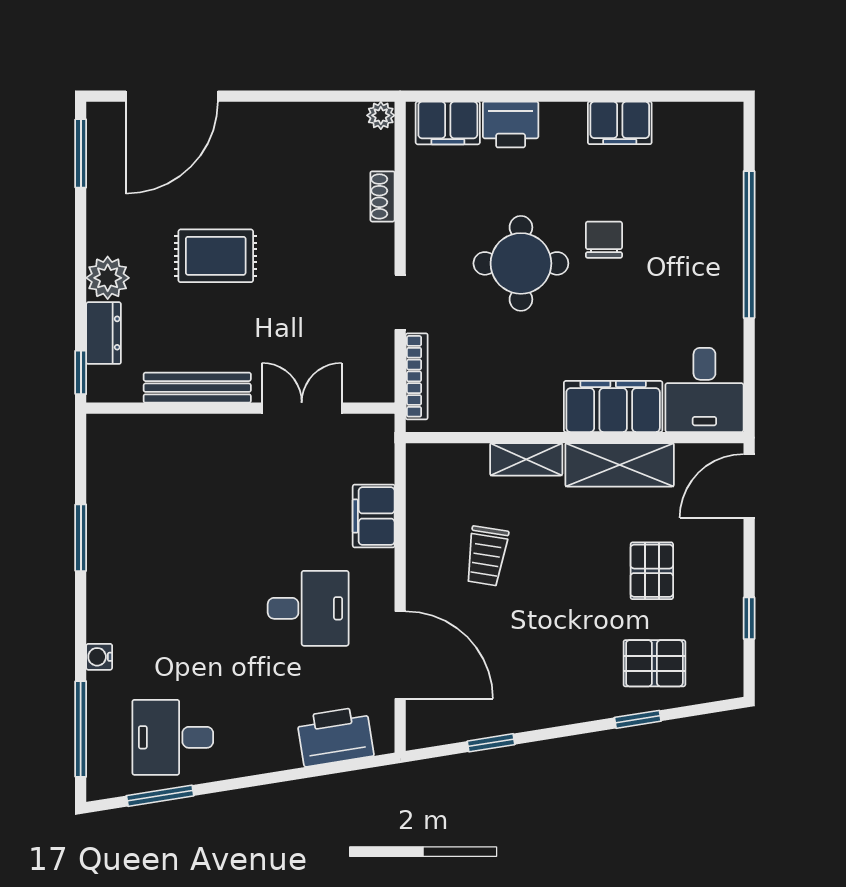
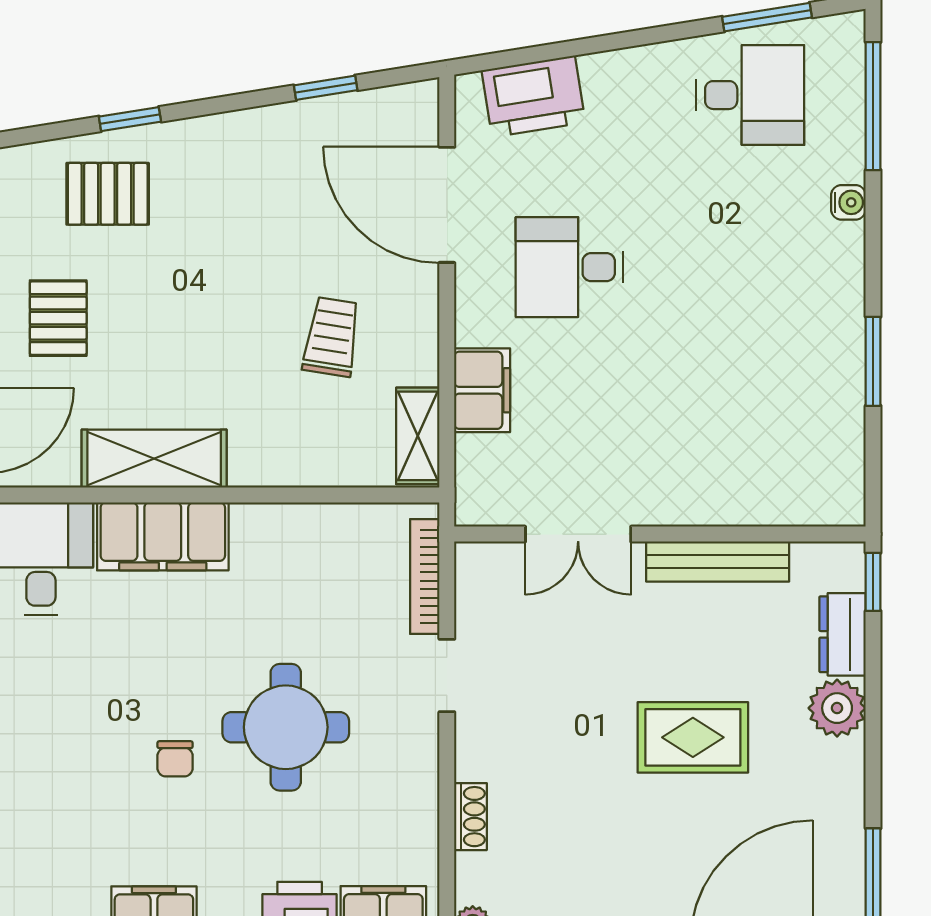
chair: (604, 240) -> (175, 759), width x0.73, depth x0.73
shelving: (526, 459) -> (418, 436), moved, turned 90
pallet: (652, 571) -> (58, 318), moved

